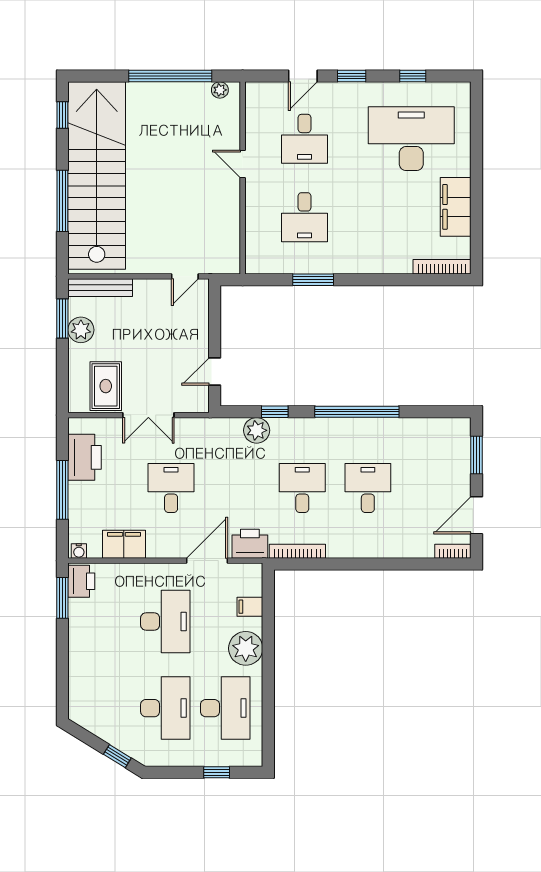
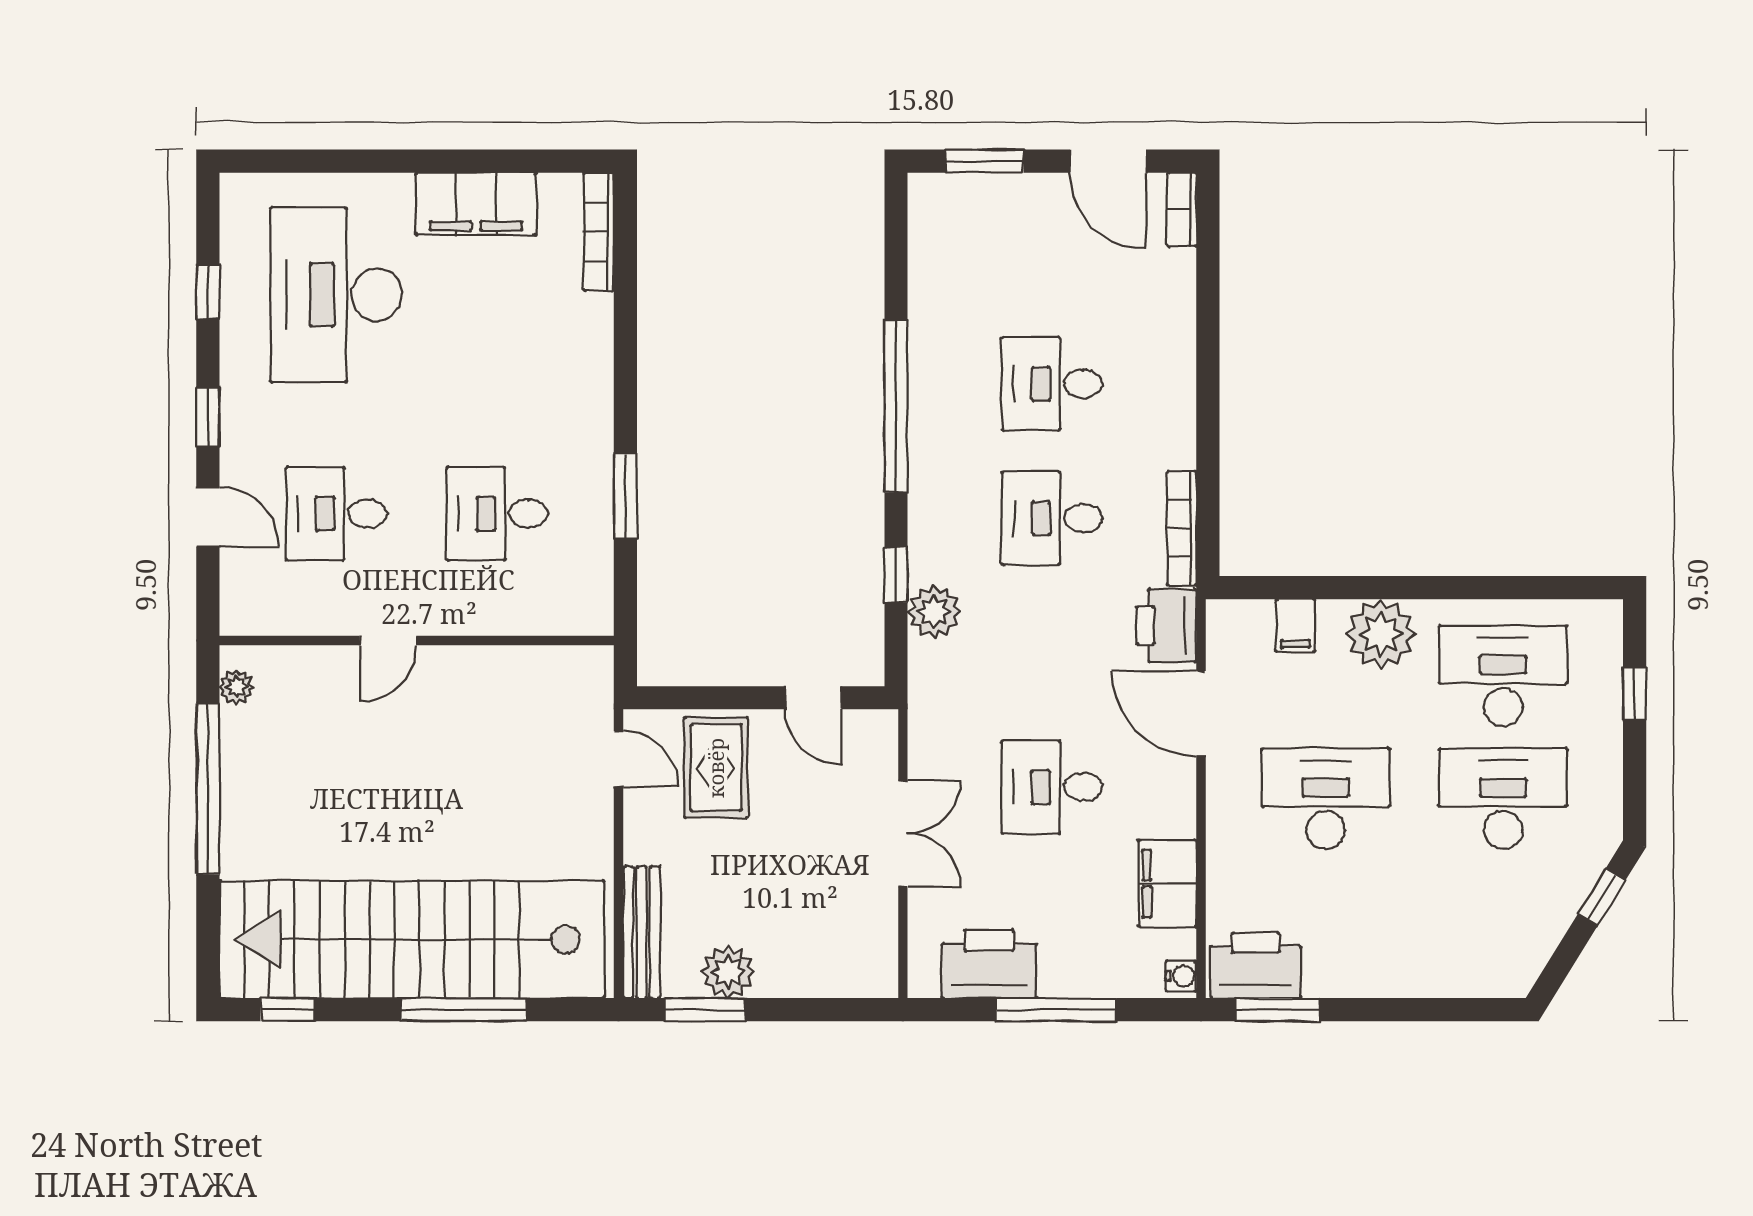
desk: (305, 139) -> (336, 514), turned 180
desk: (305, 217) -> (497, 514), turned 180
rug: (106, 386) -> (716, 768), moved, turned 90
printer: (81, 581) -> (1256, 966), width x1.37, depth x1.19

